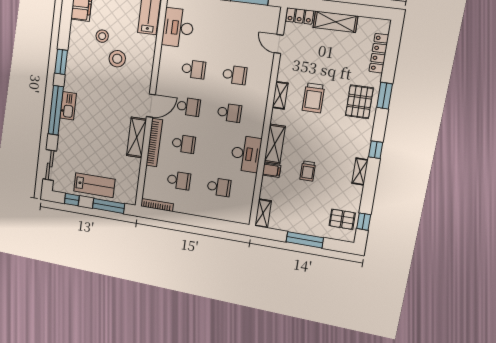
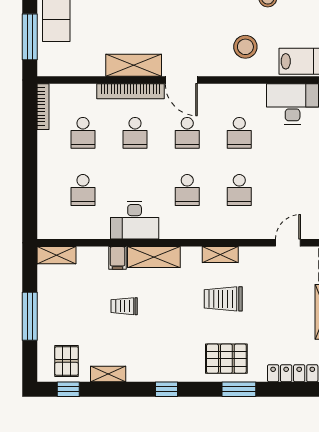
stool: (117, 59) -> (245, 47), moved
shelving: (360, 172) -> (108, 374), moved

